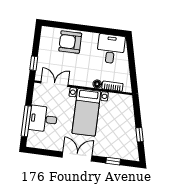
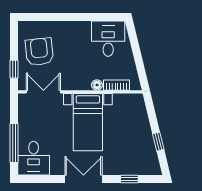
armchair: (70, 42) -> (39, 52), moved, turned 84
desk: (43, 119) -> (34, 158), moved, turned -90

